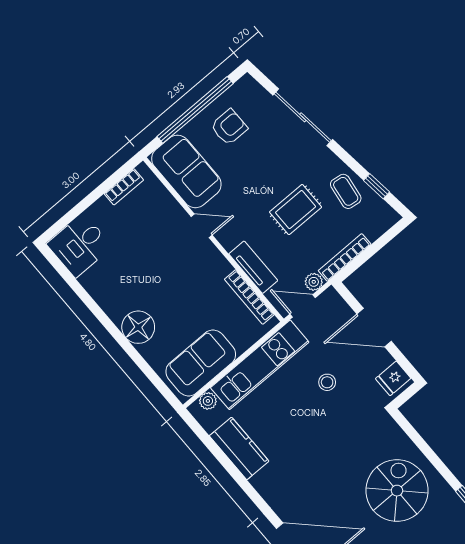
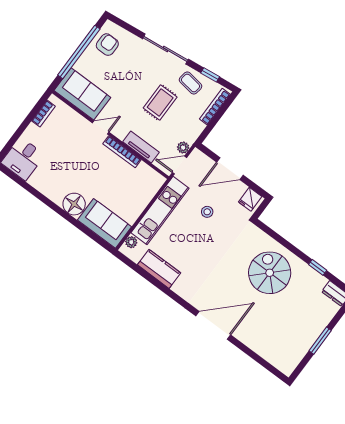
sliding door: (303, 117) -> (166, 49), moved
armchair: (229, 127) -> (107, 45), moved
bookcase: (345, 257) -> (215, 107), moved
bookcase: (249, 297) -> (122, 152), moved
sofa: (201, 363) -> (105, 223), moved, turned 90

